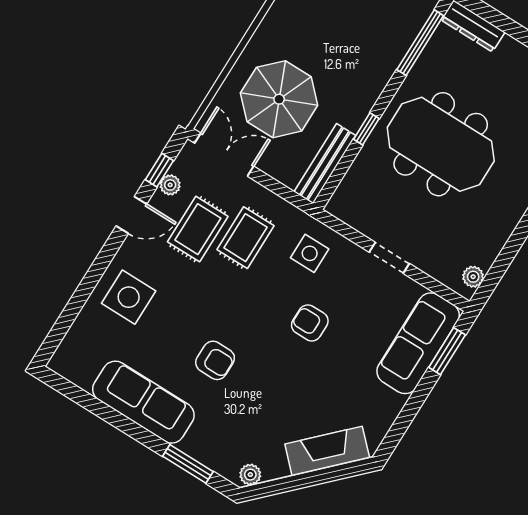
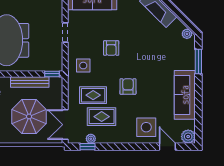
window: (366, 129) -> (52, 74), moved
bench: (325, 164) -> (30, 82), moved
door: (131, 215) -> (167, 147), moved
armchair: (215, 360) -> (128, 87), moved
plant: (65, 362) -> (188, 137), added

